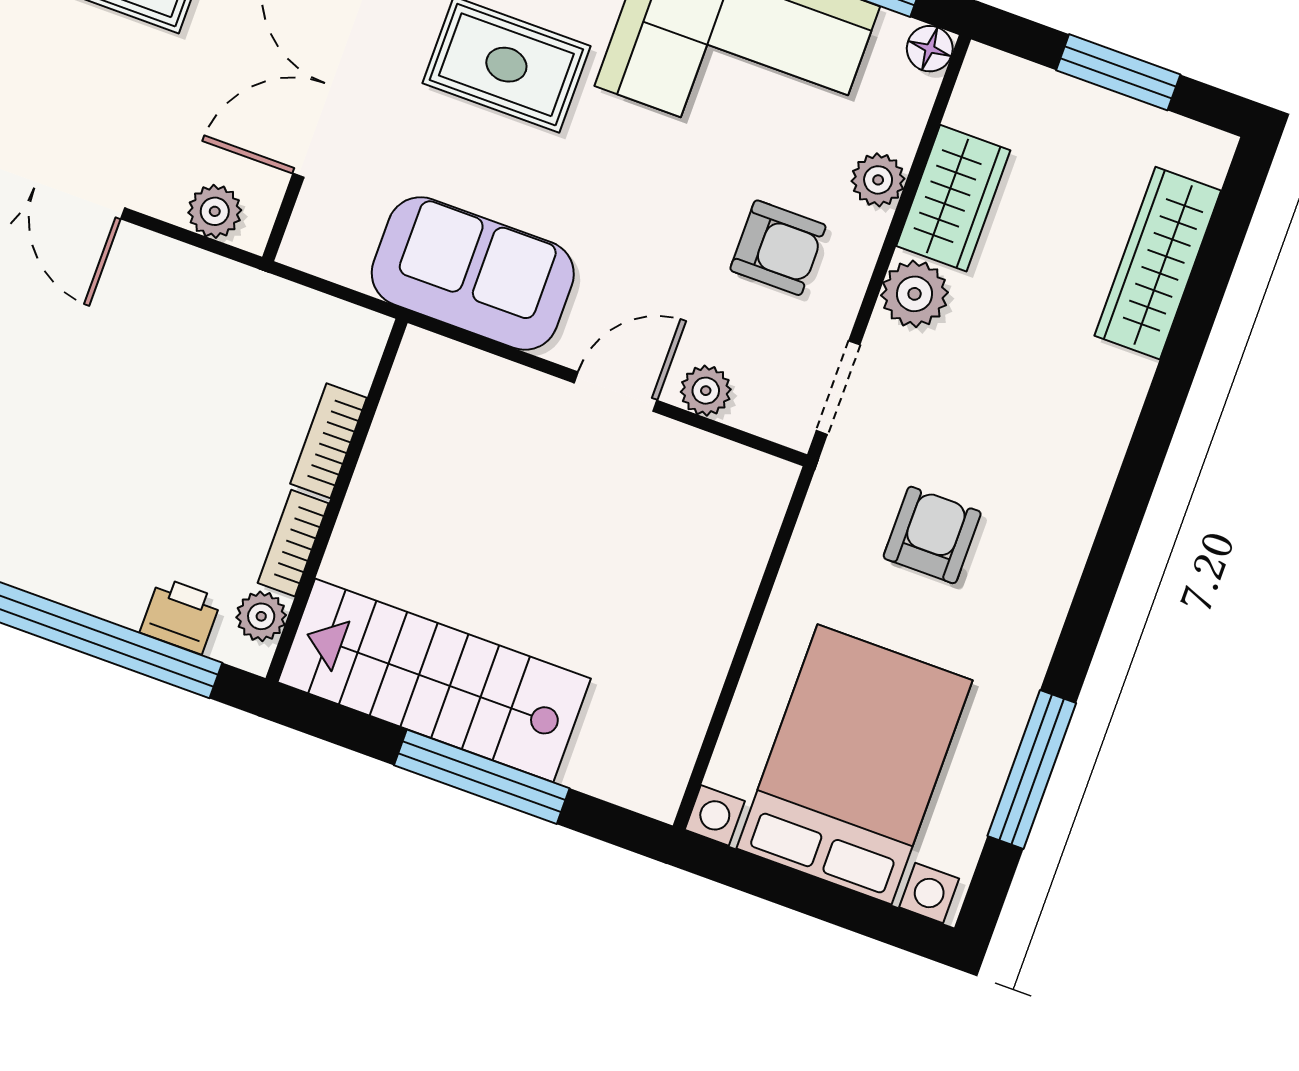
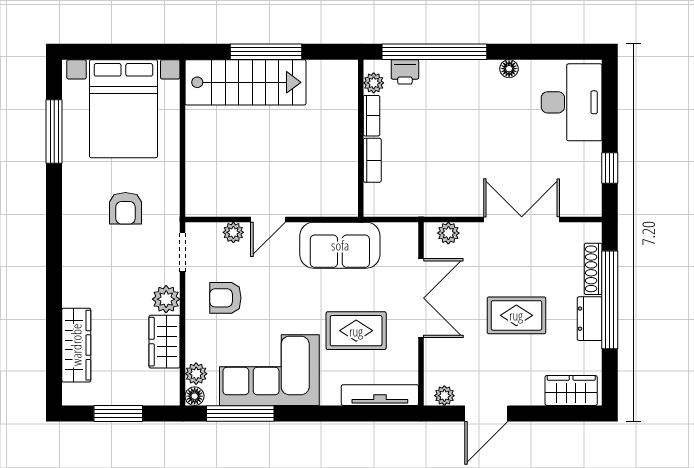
plant: (878, 180) -> (196, 374), moved
stairs: (434, 680) -> (246, 82), moved

